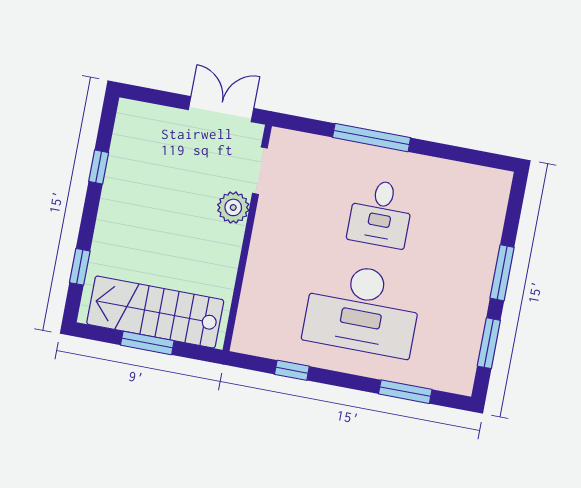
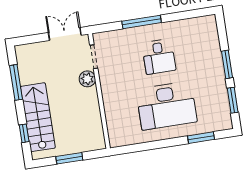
window: (99, 167) -> (16, 82), width x2.17
stairs: (155, 312) -> (38, 117), moved, turned 90
window: (292, 370) -> (143, 147), removed

